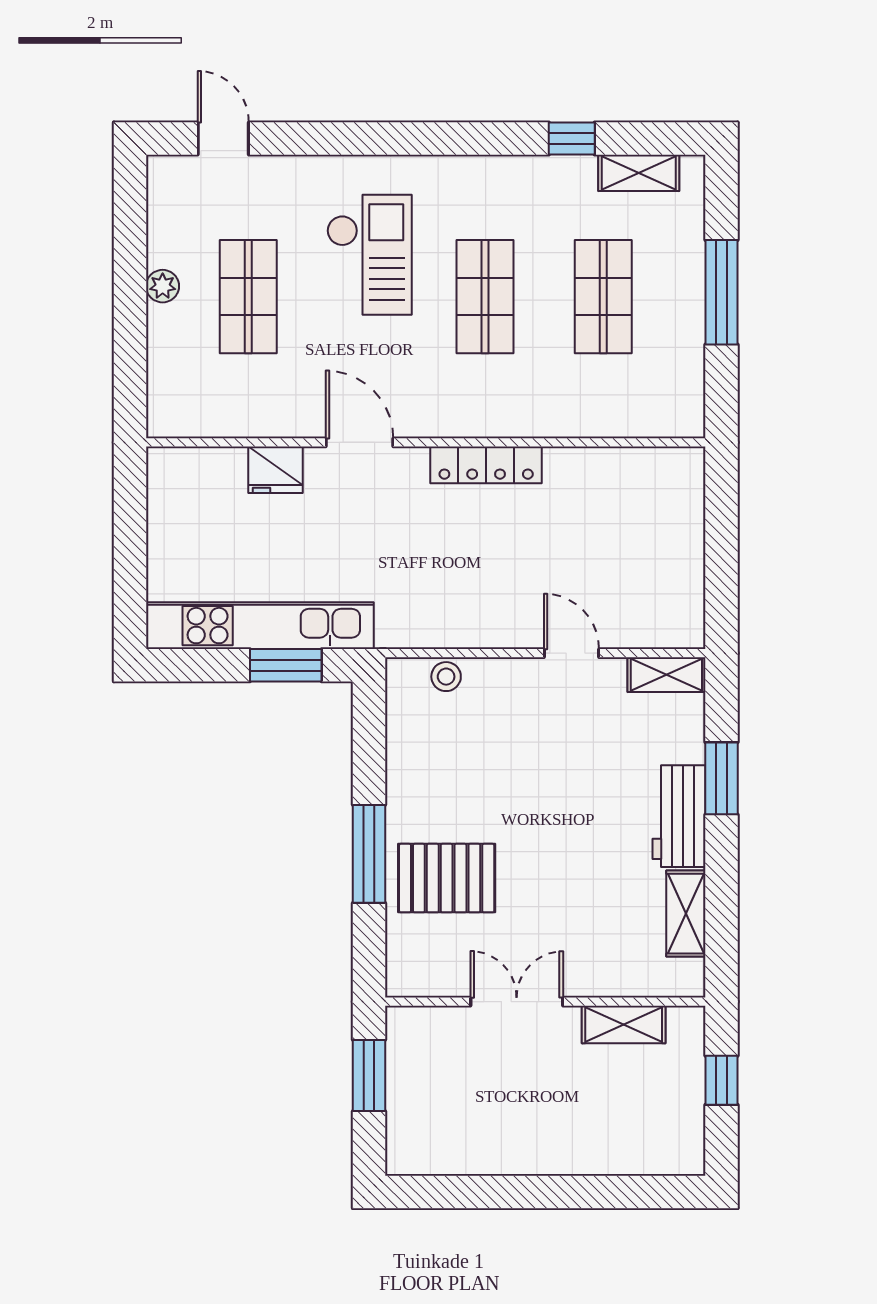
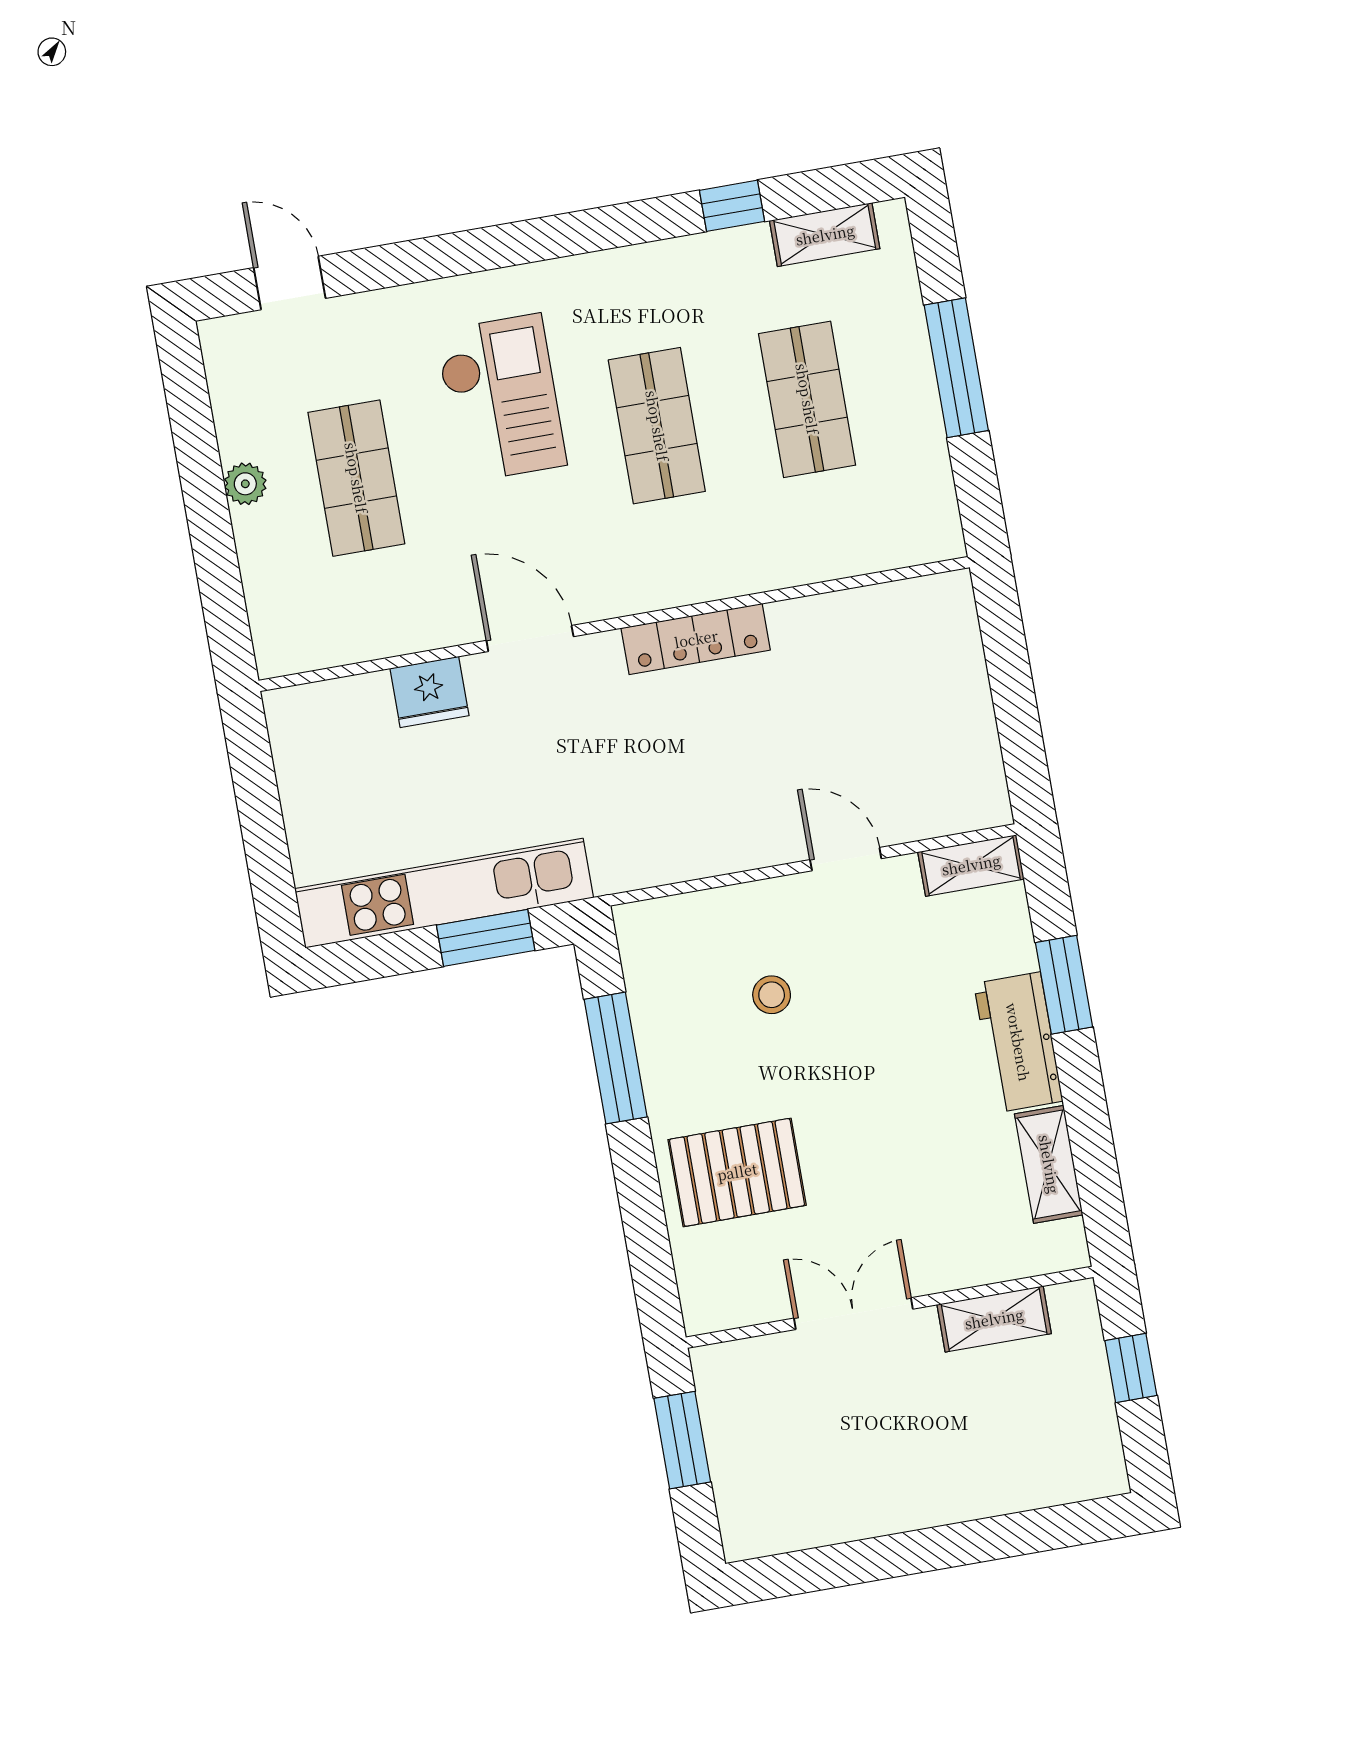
stool: (446, 677) -> (772, 995), moved
window: (369, 854) -> (616, 1058), moved

